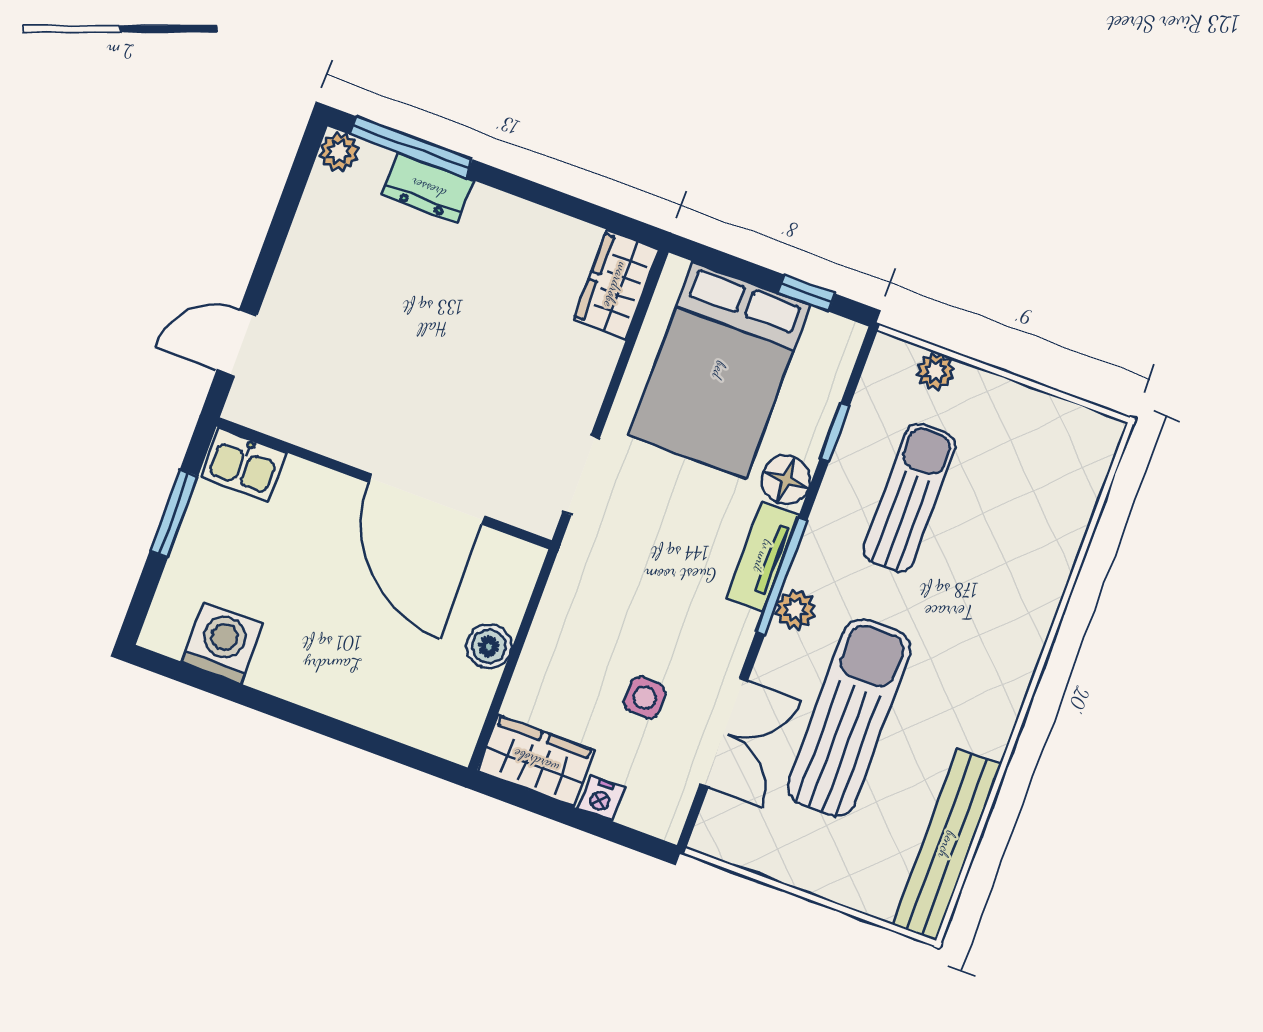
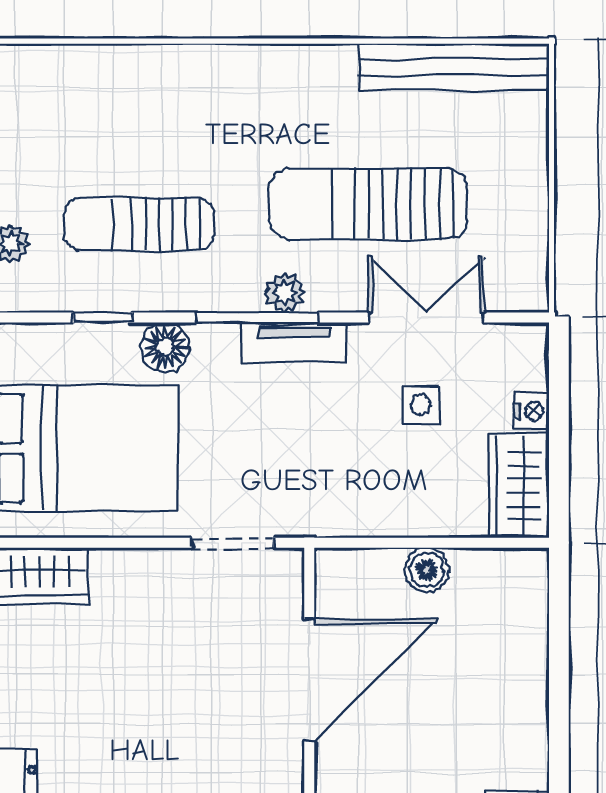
tv unit: (763, 556) -> (294, 342), moved

